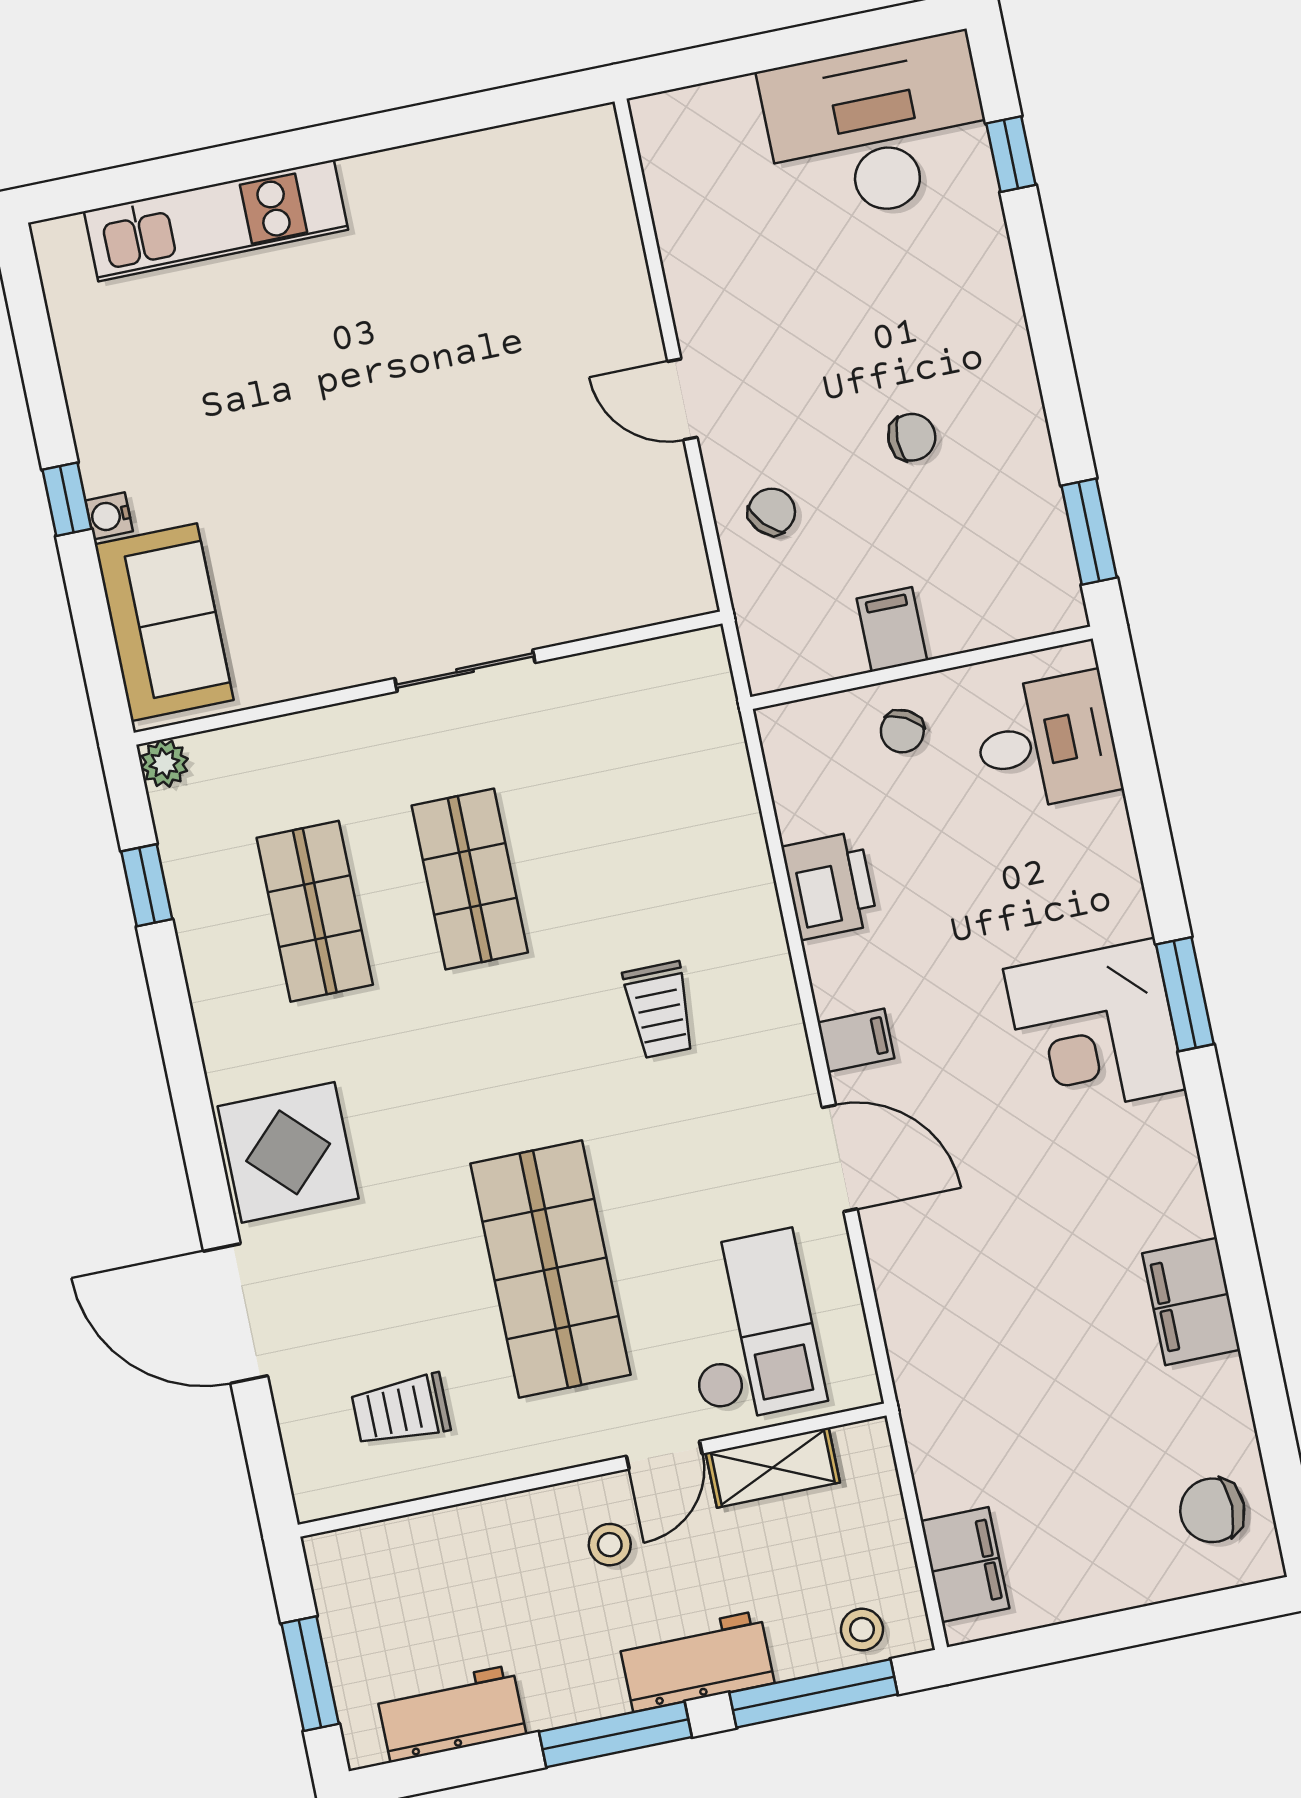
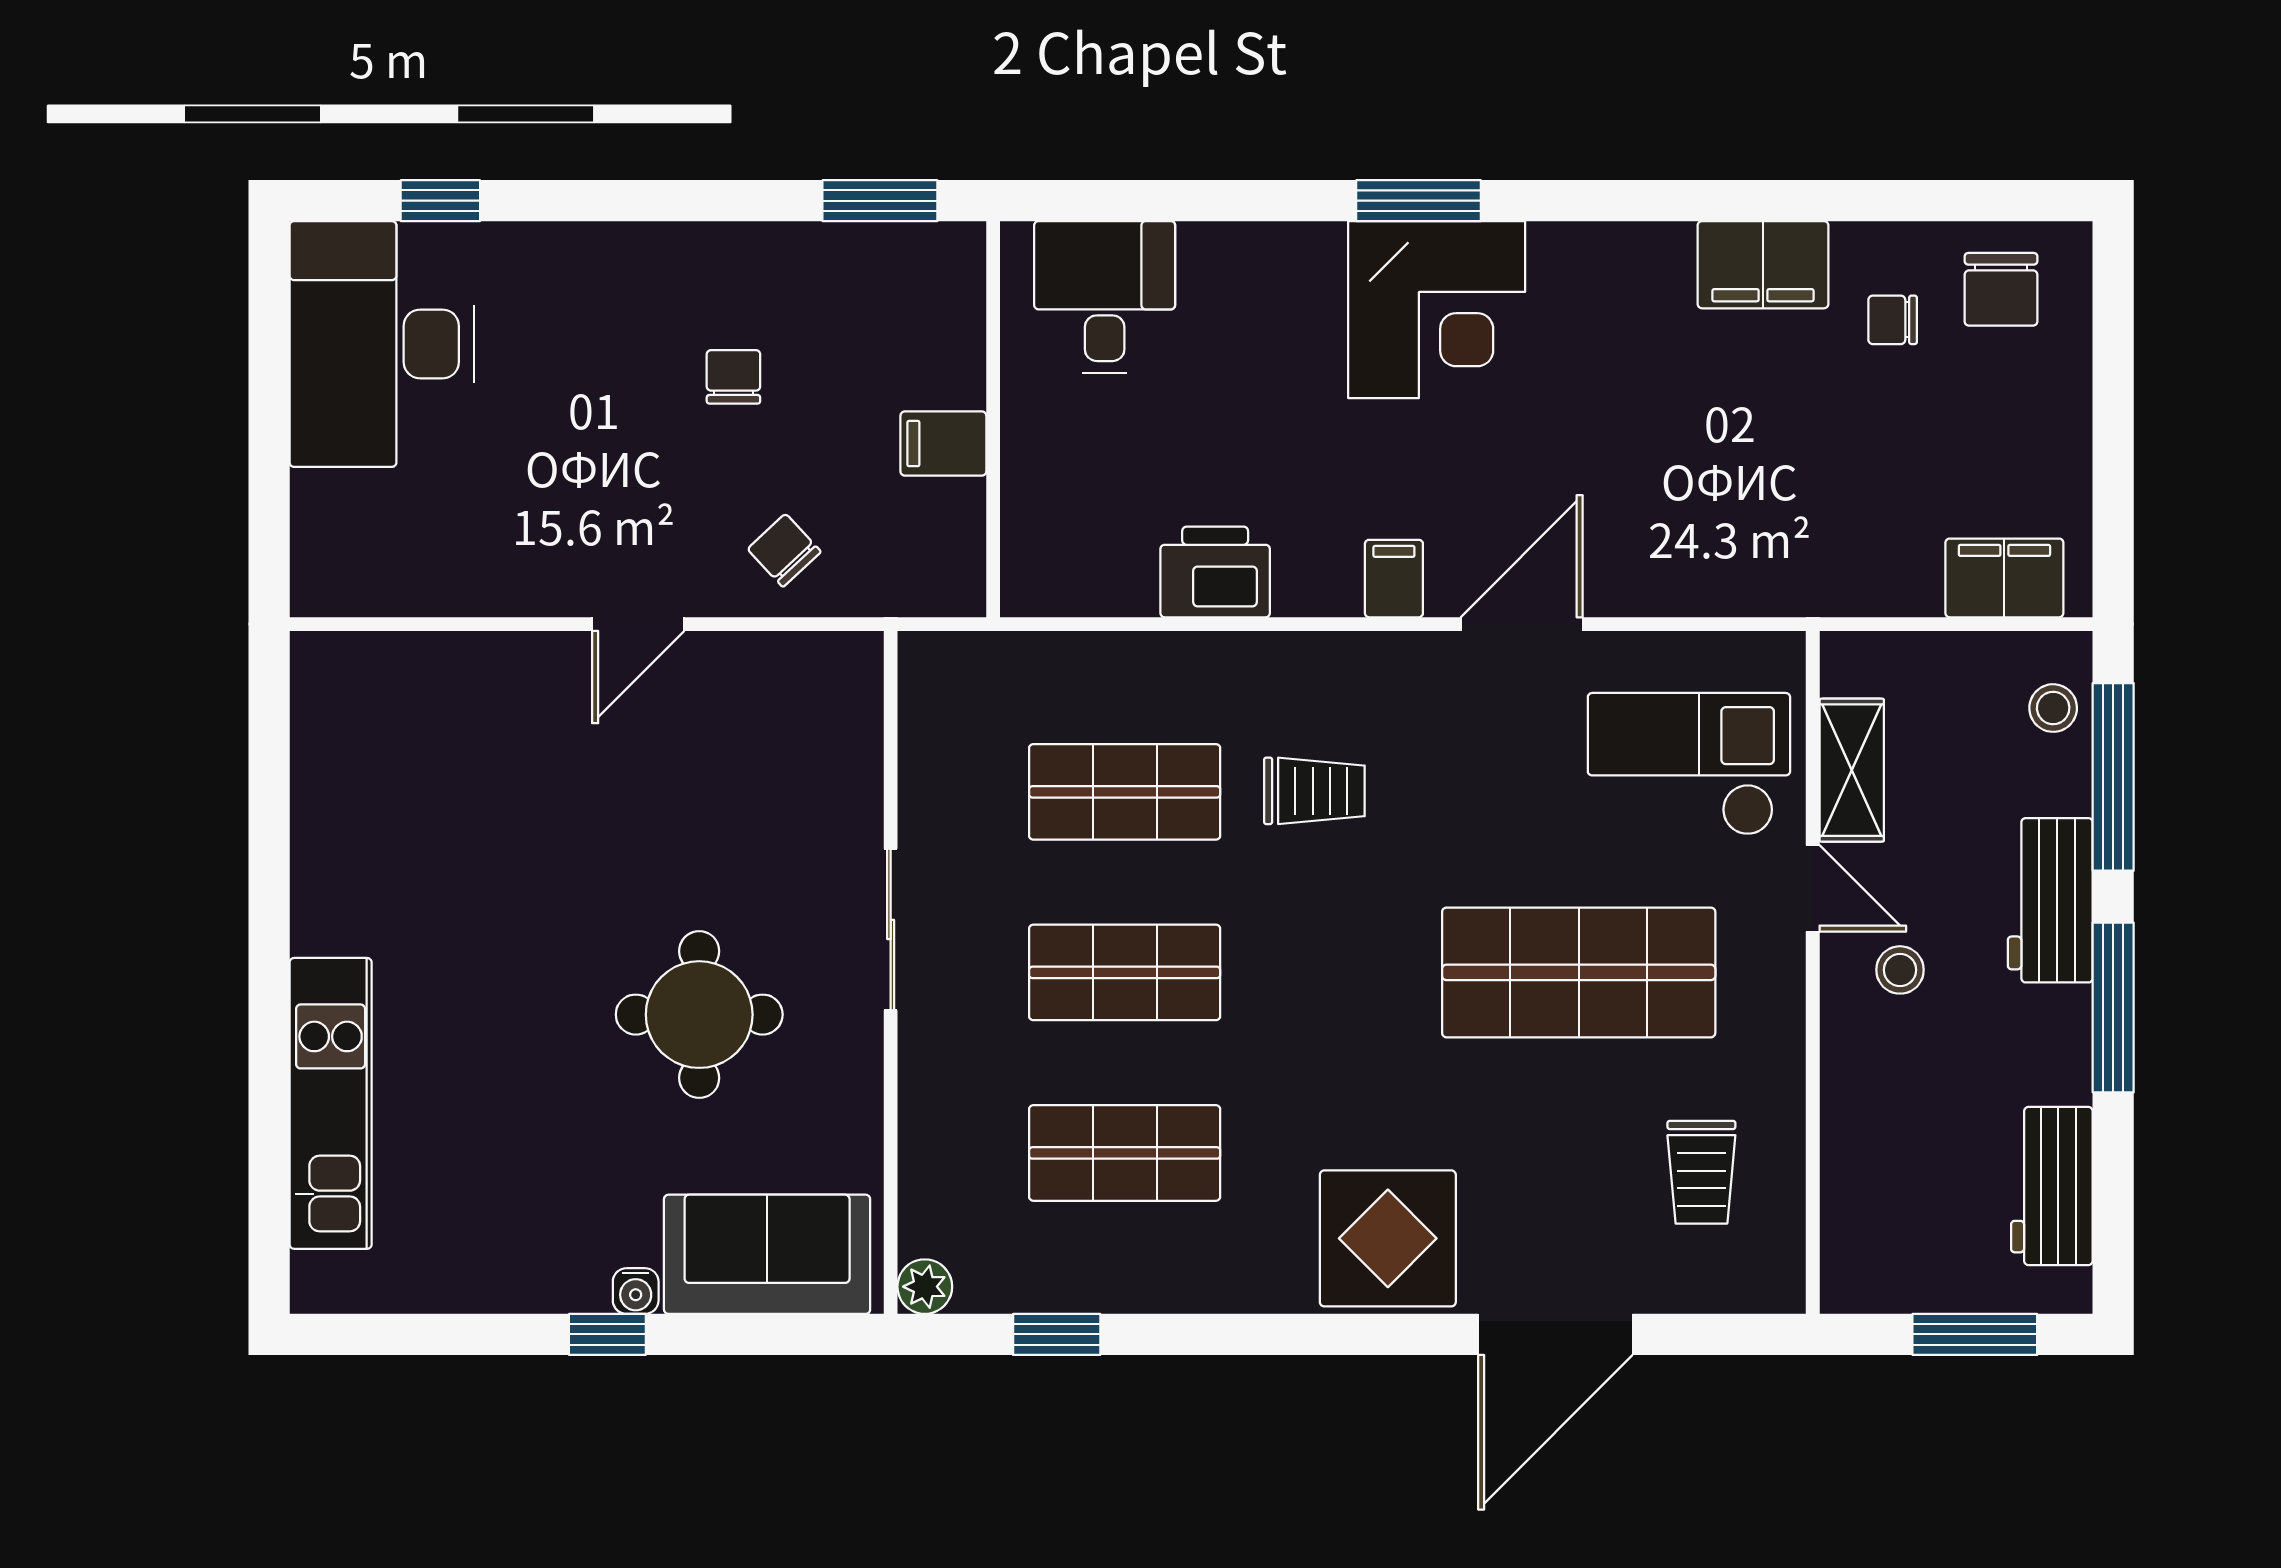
round table: (358, 521) -> (699, 1015), added
chair: (902, 731) -> (1893, 320), moved, turned 152
shop shelf: (625, 847) -> (1125, 792), added

